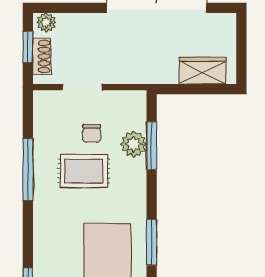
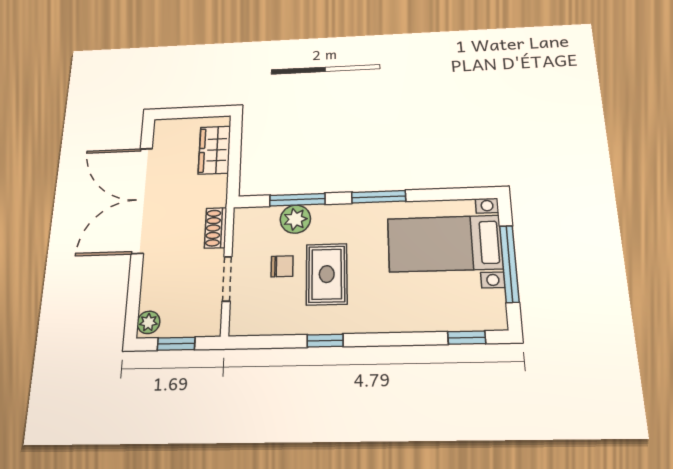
shoe rack: (42, 56) -> (216, 228), moved, turned -90
window: (28, 170) -> (325, 341), width x0.46
window: (152, 242) -> (379, 197), moved

